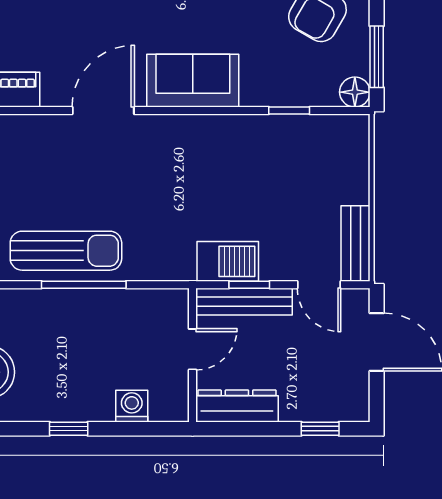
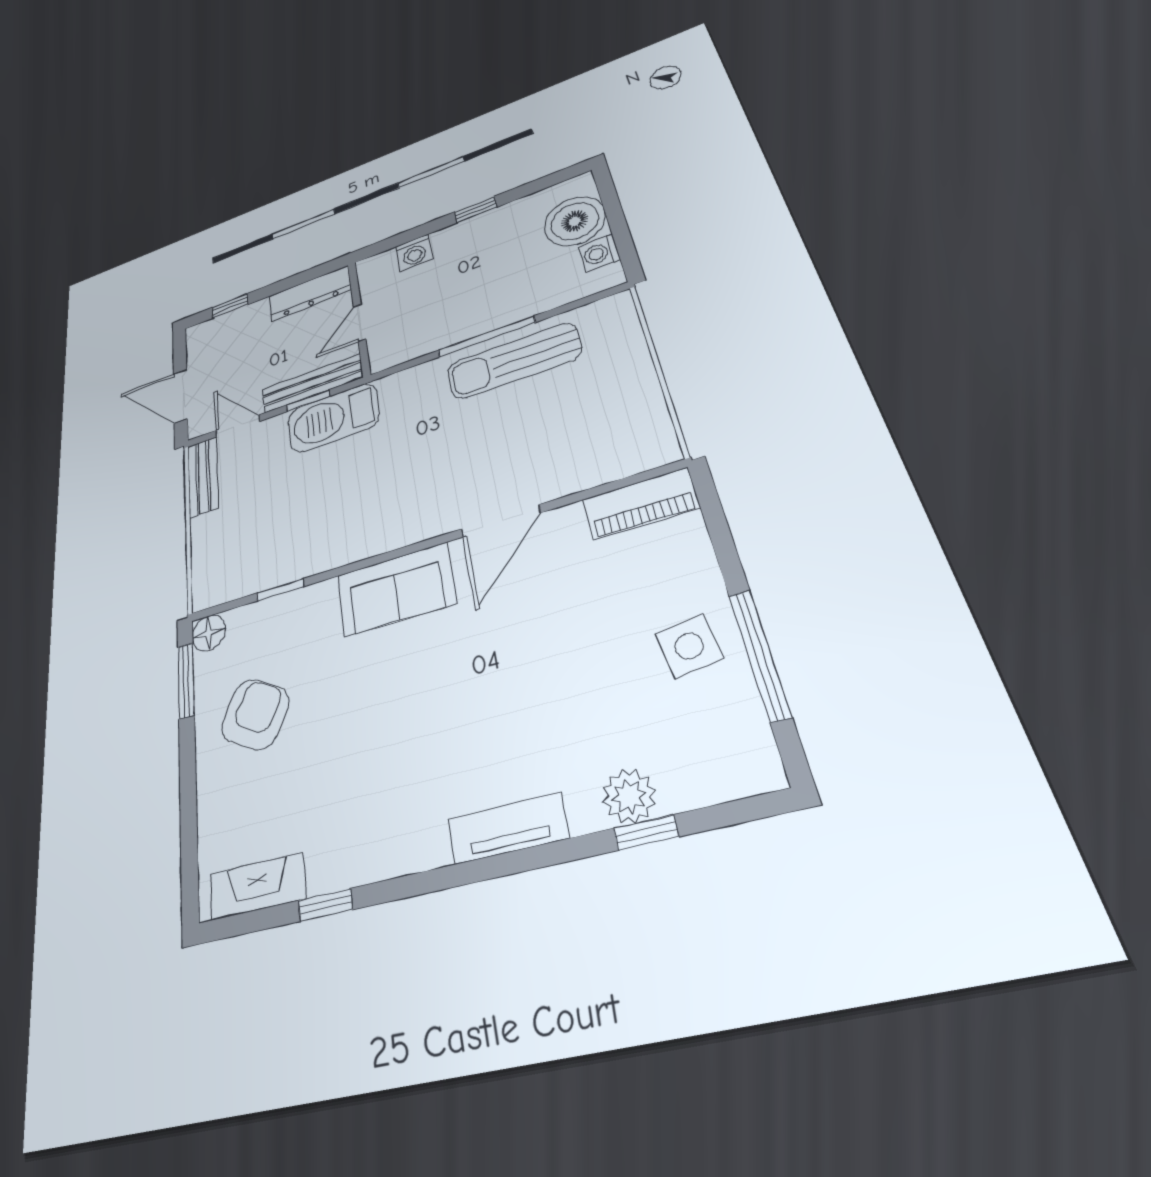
barbecue: (228, 261) -> (333, 418), width x1.37, depth x1.21

